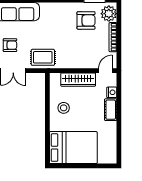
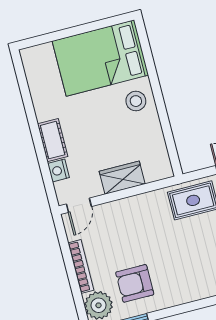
wardrobe: (78, 80) -> (122, 178), width x0.67
stool: (64, 108) -> (136, 101), moved

